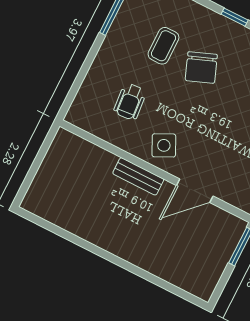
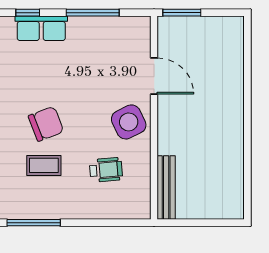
side table: (164, 145) -> (129, 122), width x1.37, depth x1.37
bench: (138, 176) -> (166, 188), moved, width x1.36

